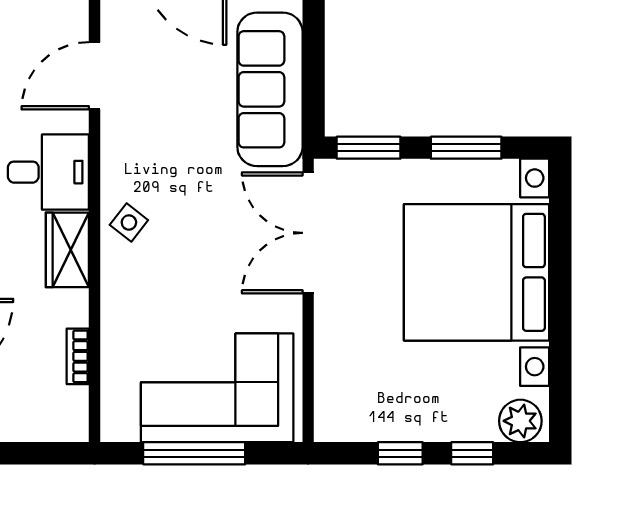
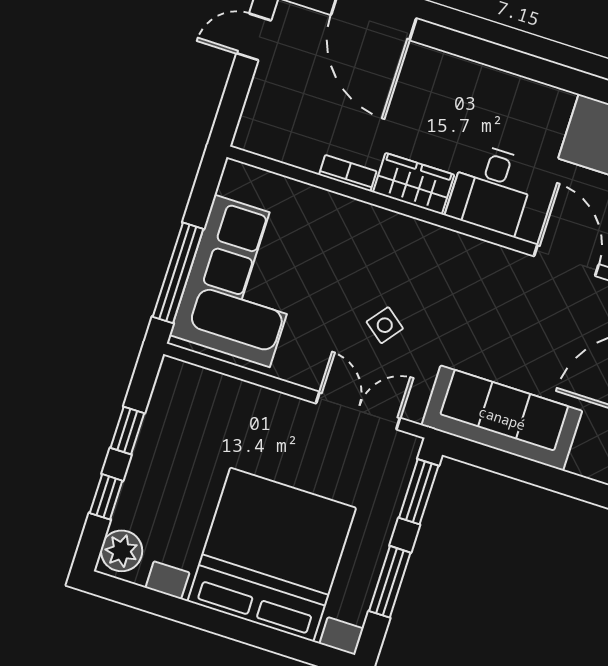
side table: (129, 222) -> (385, 325), moved
double door: (308, 233) -> (358, 411), width x0.73
bookcase: (78, 356) -> (348, 173), moved
window: (194, 453) -> (178, 273), moved

